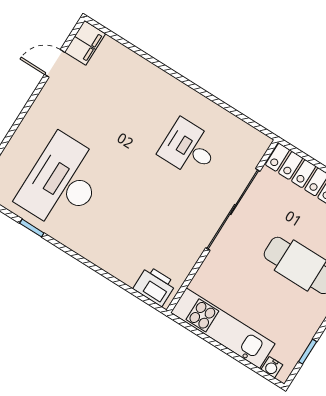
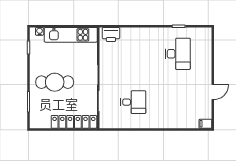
filing cabinet: (85, 43) -> (205, 124), width x0.50
door: (55, 63) -> (213, 92), moved
desk: (62, 182) -> (178, 54), width x0.73, depth x0.77

